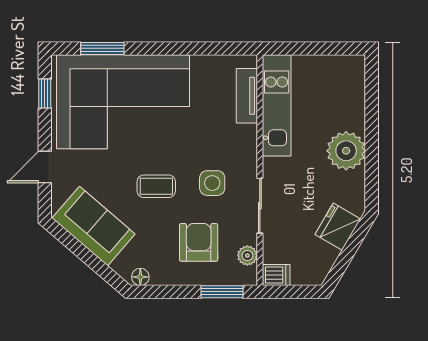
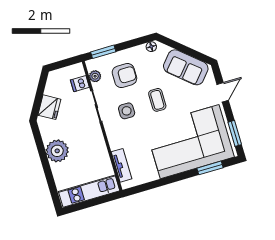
window: (45, 93) -> (235, 133), width x1.50
kitchen unit: (277, 105) -> (89, 191), moved, turned 90
coffee table: (156, 186) -> (157, 100), turned 90
armchair: (199, 242) -> (124, 76), turned -90
dishwasher: (276, 275) -> (80, 84), moved

